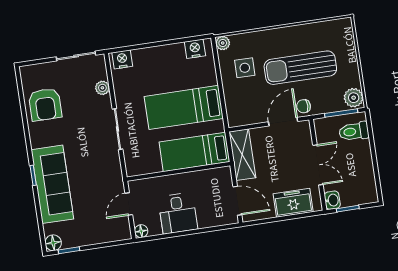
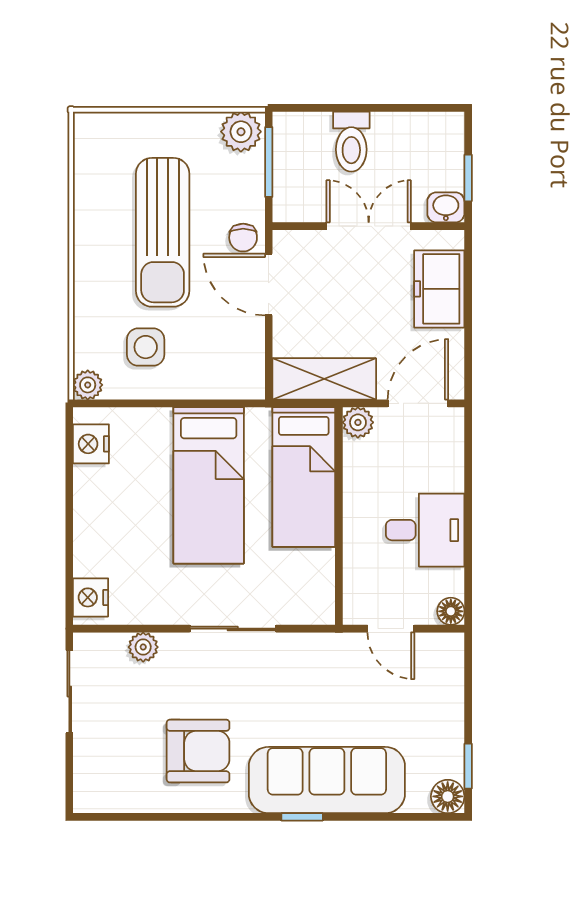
armchair: (45, 104) -> (198, 751), moved
toilet: (354, 131) -> (351, 142), moved
plant: (224, 174) -> (358, 422), added

